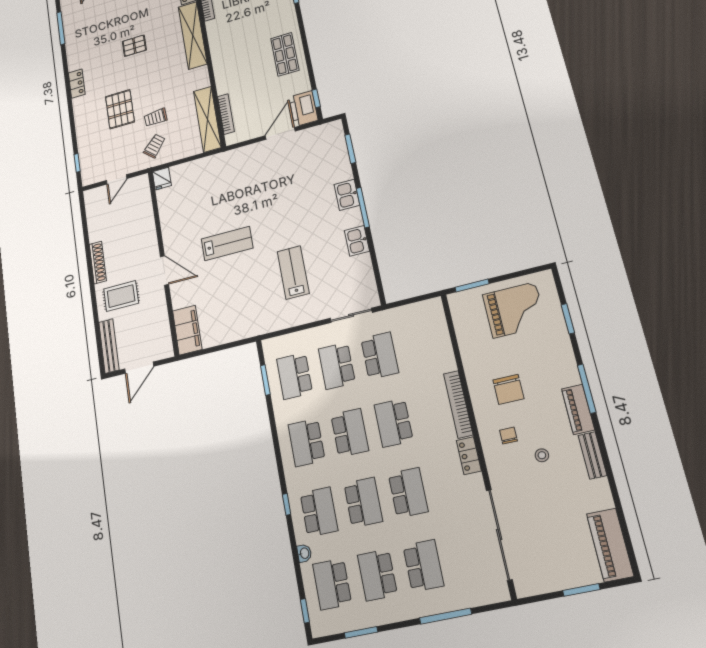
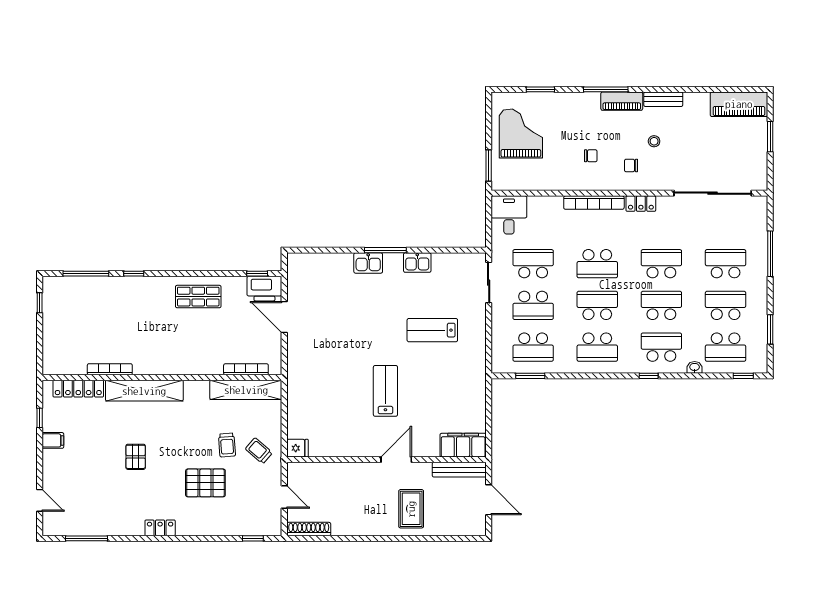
window: (350, 149) -> (321, 250), removed
shoe rack: (98, 263) -> (309, 529), moved
desk: (425, 319) -> (509, 215), added
bench: (109, 346) -> (459, 470), moved
chair: (508, 389) -> (591, 156), width x0.54, depth x0.54
school desk: (377, 575) -> (726, 305), turned 180

